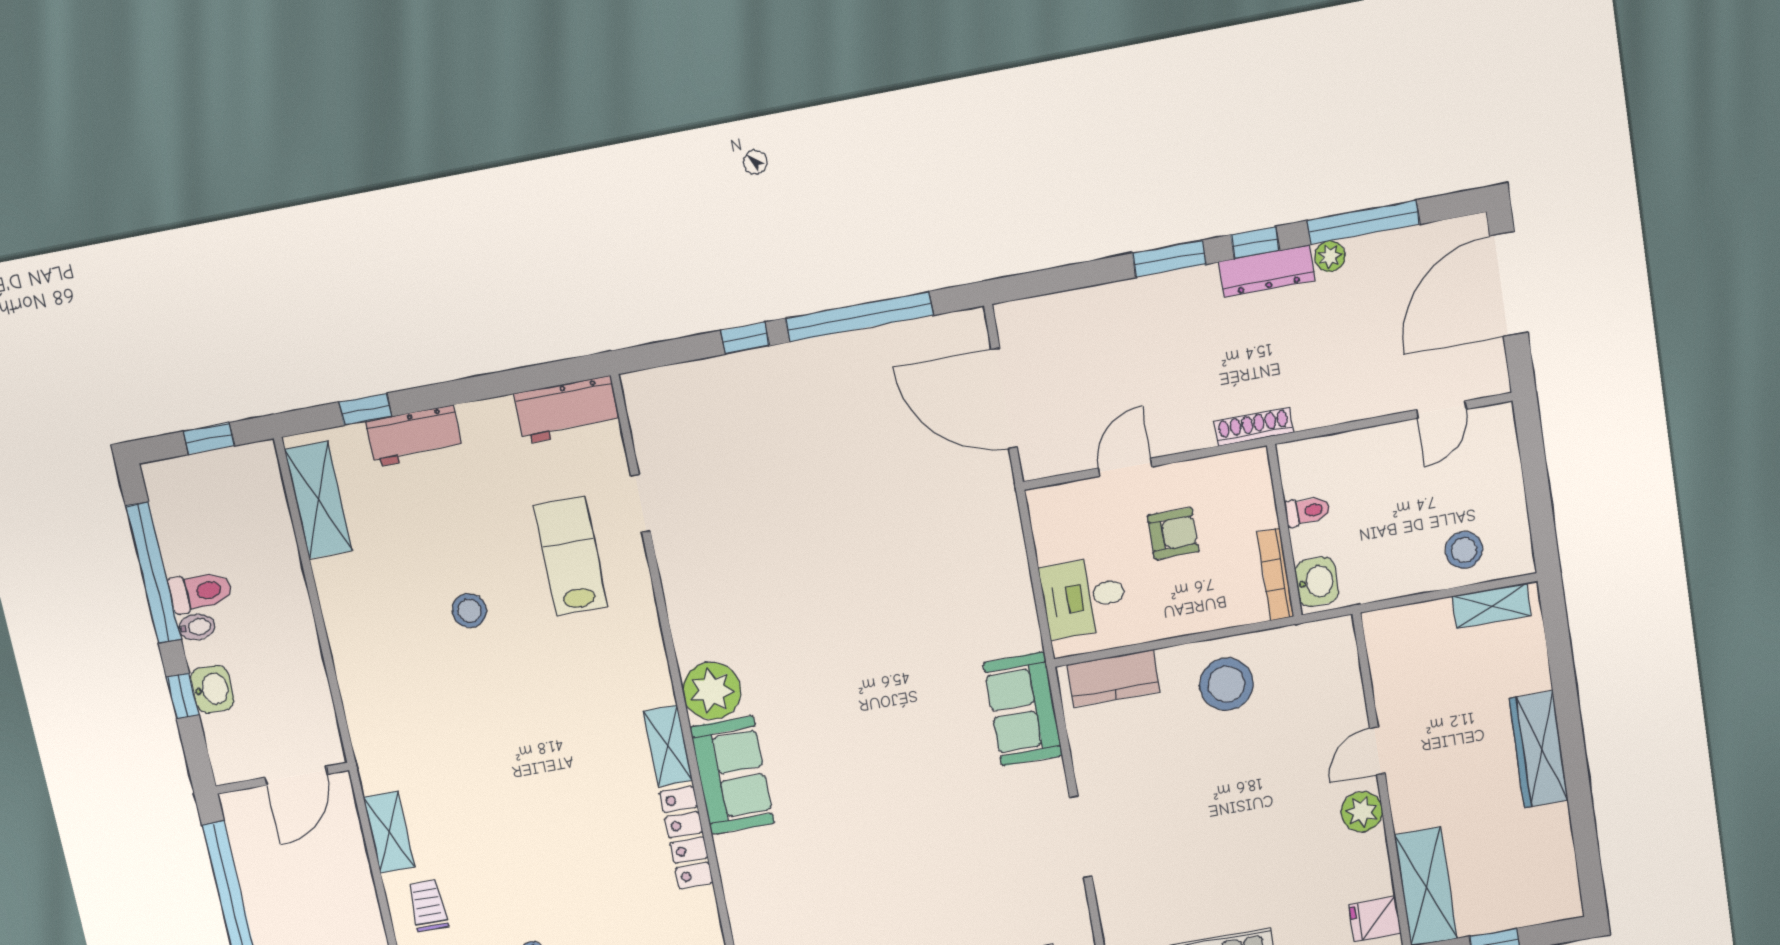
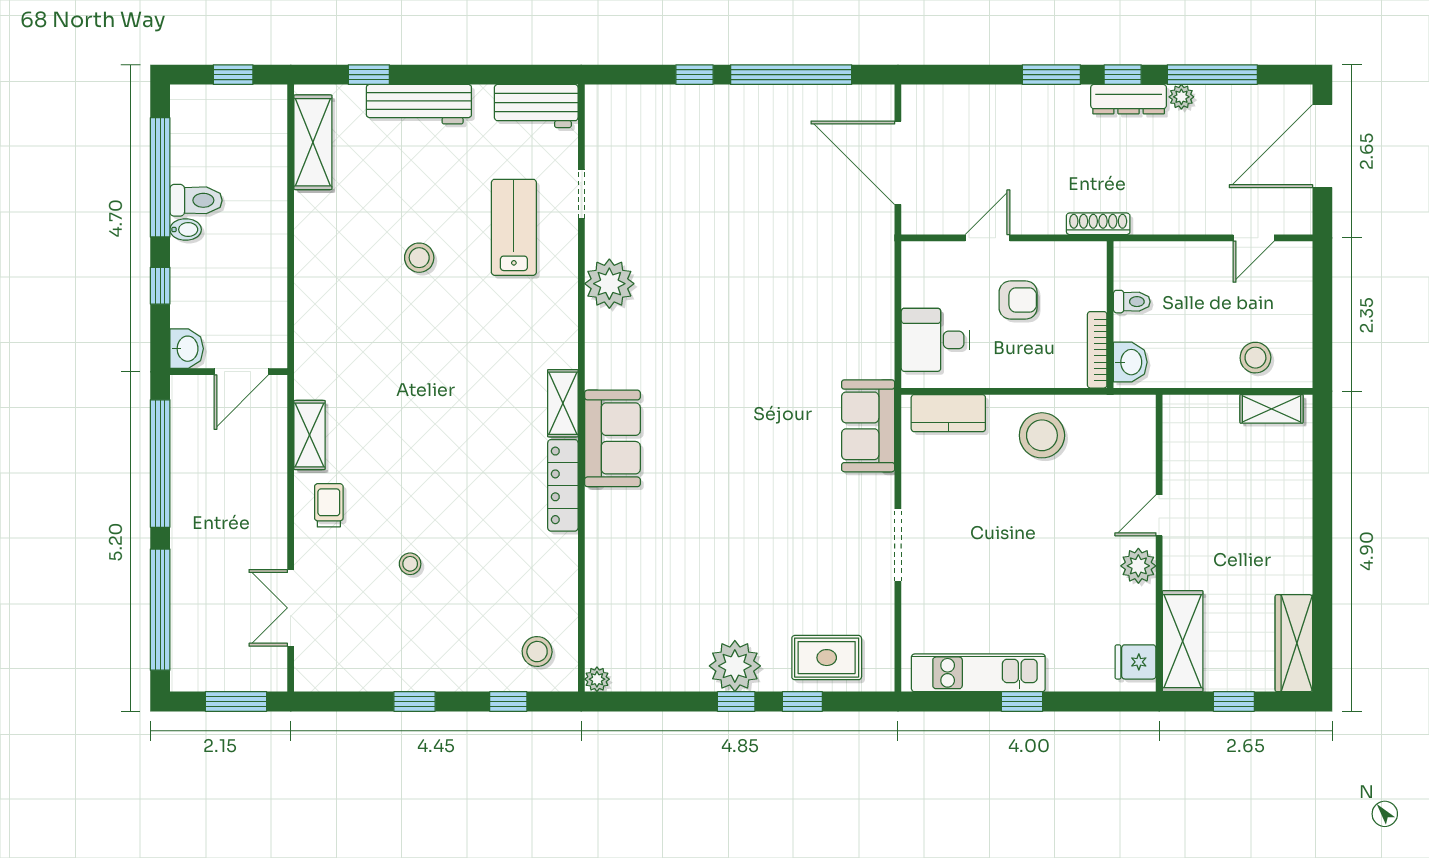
workbench: (414, 436) -> (419, 104), width x1.38
washbasin: (212, 689) -> (187, 349), moved
plant: (712, 691) -> (609, 284), moved
wardrobe: (1539, 749) -> (1294, 643), moved

